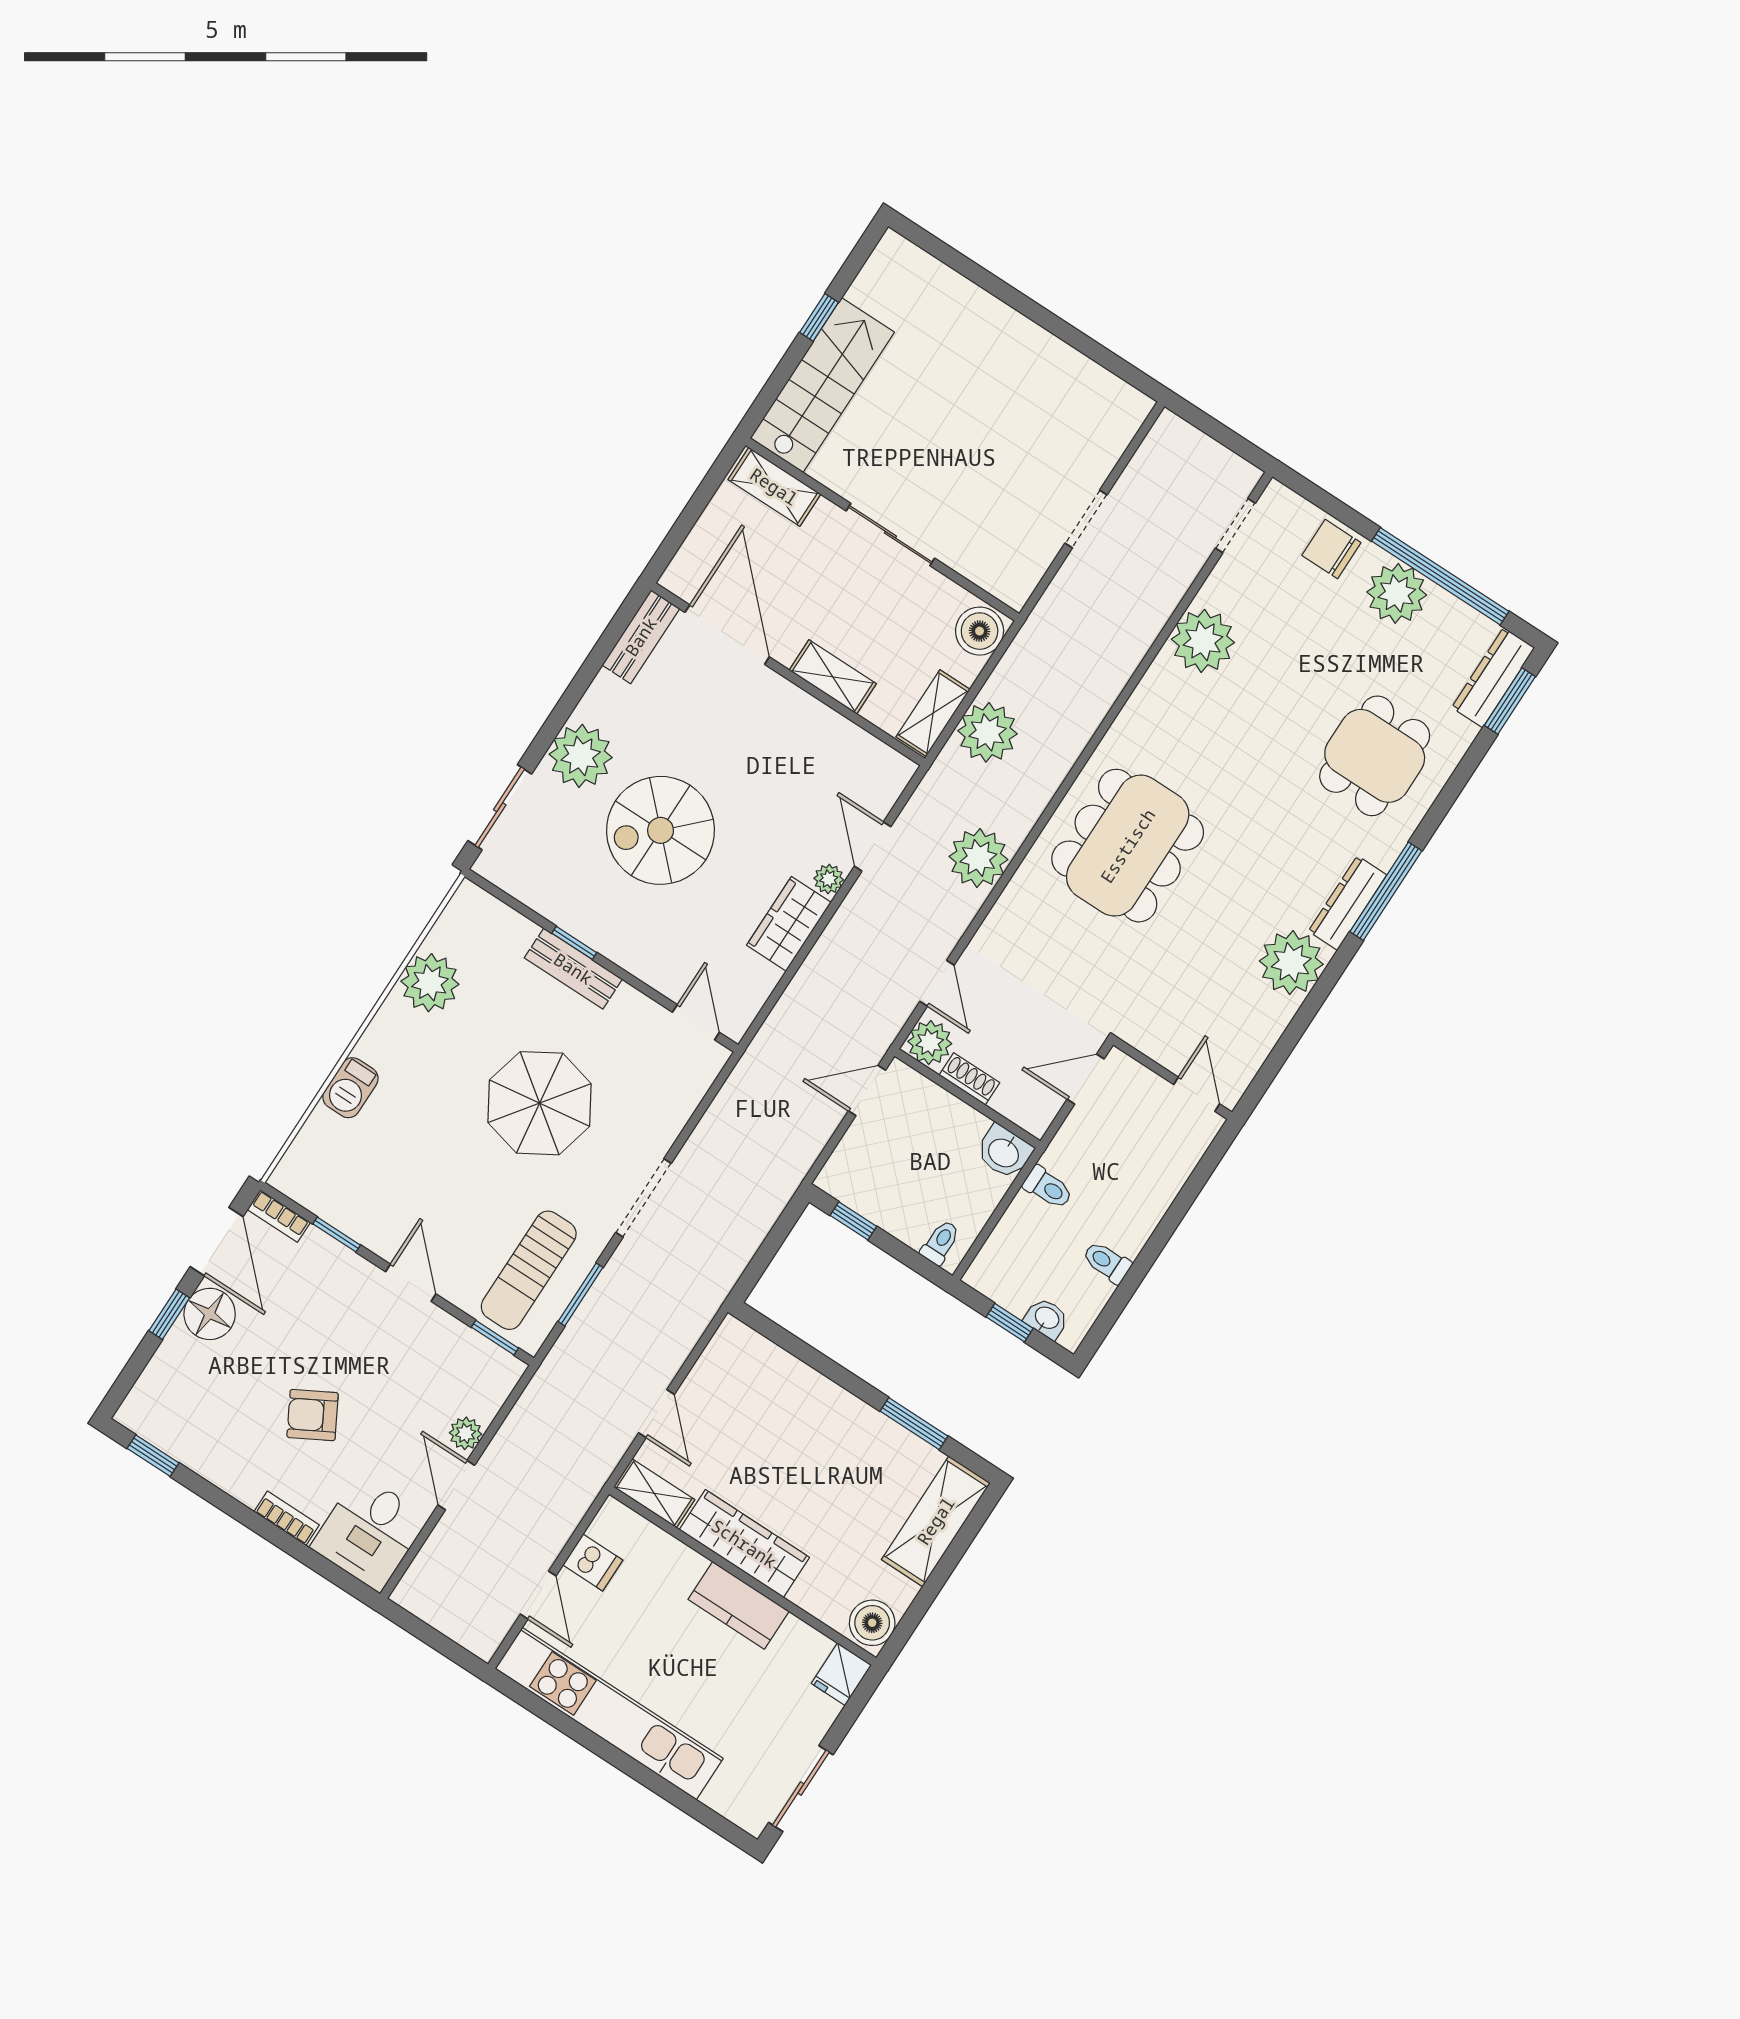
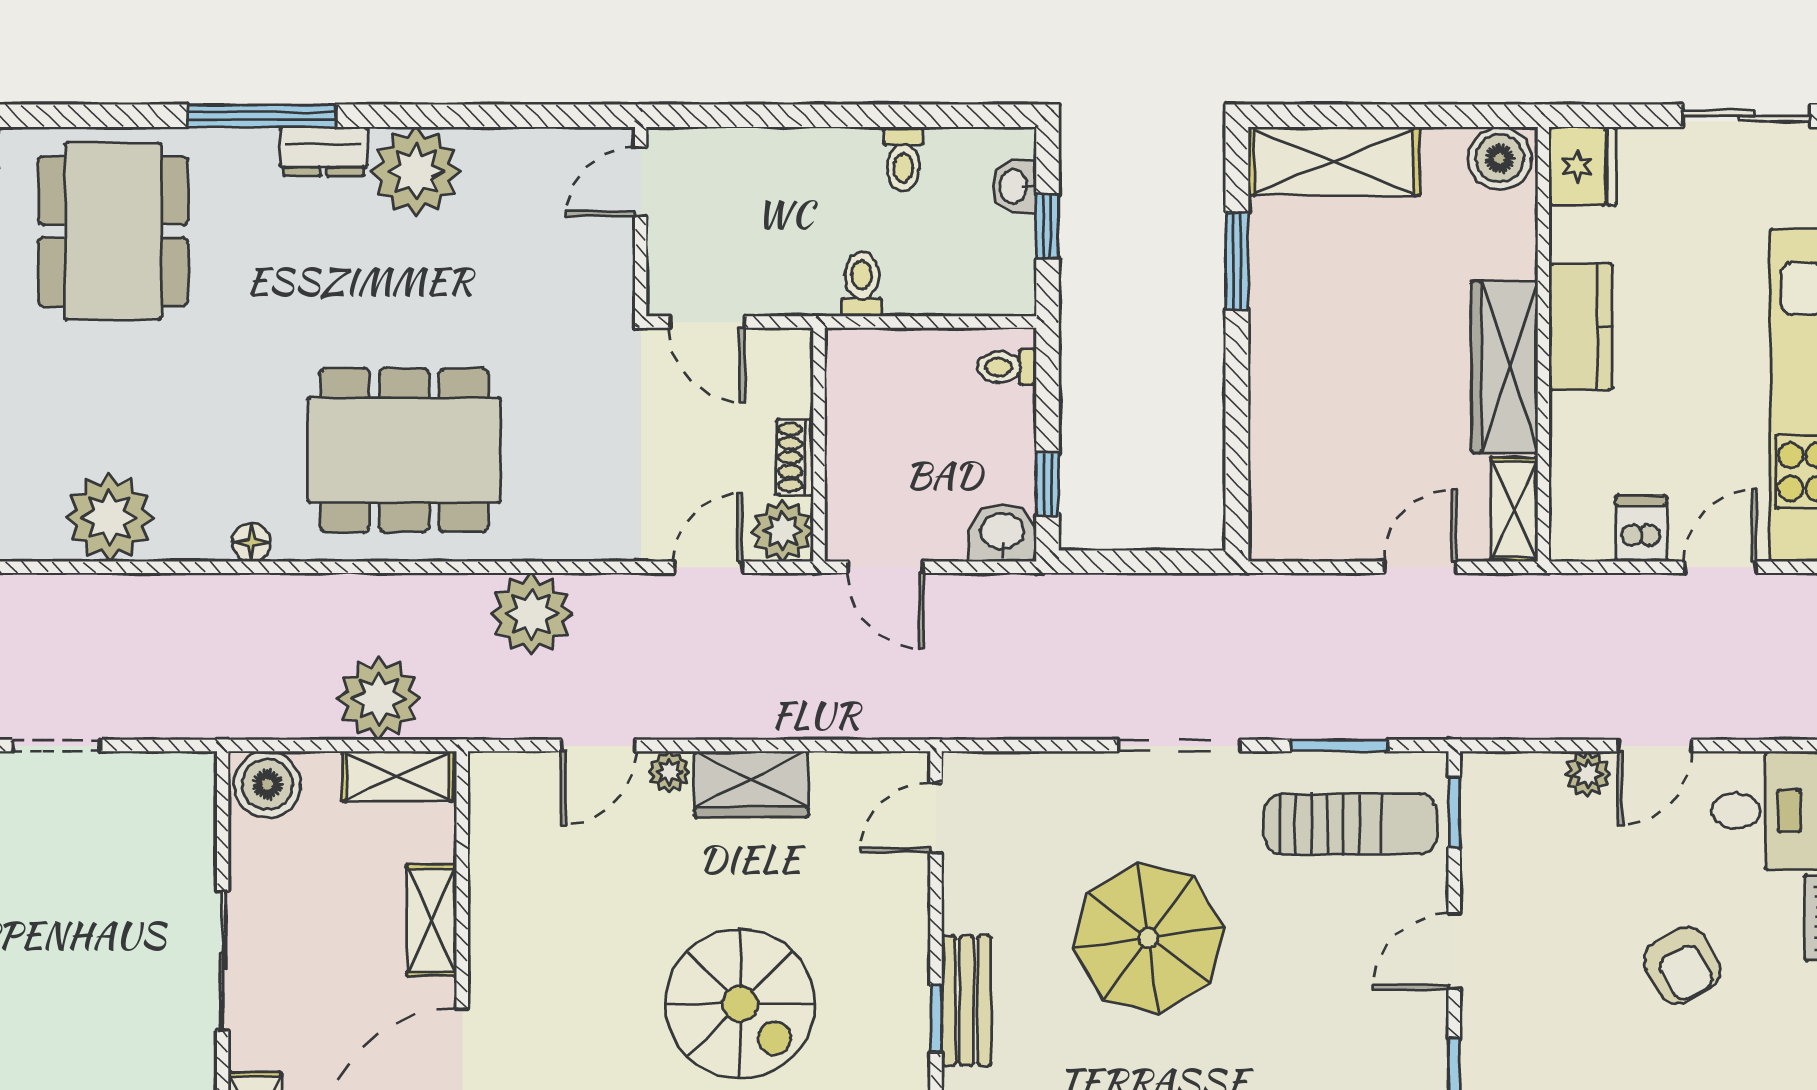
floor lamp: (1132, 717) -> (252, 543), added
dining table: (1375, 756) -> (113, 231), width x1.38
dresser: (1347, 903) -> (324, 151), width x0.70
washbasin: (1004, 1152) -> (1002, 533), moved, turned -90
fridge: (841, 1674) -> (1583, 166), width x1.38

